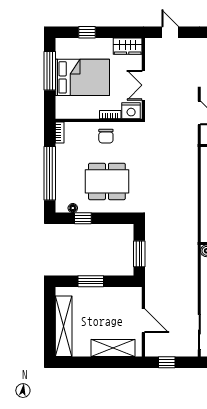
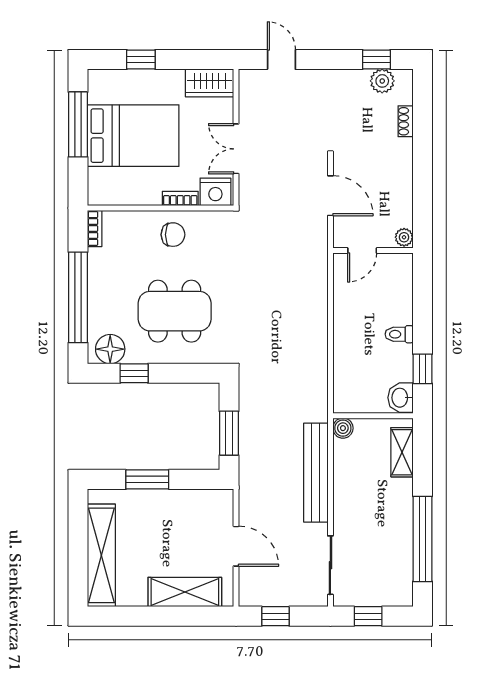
chair: (106, 136) -> (173, 235), turned -90
floor lamp: (73, 208) -> (110, 349), width x1.89, depth x1.89
bench: (191, 277) -> (316, 473), added

